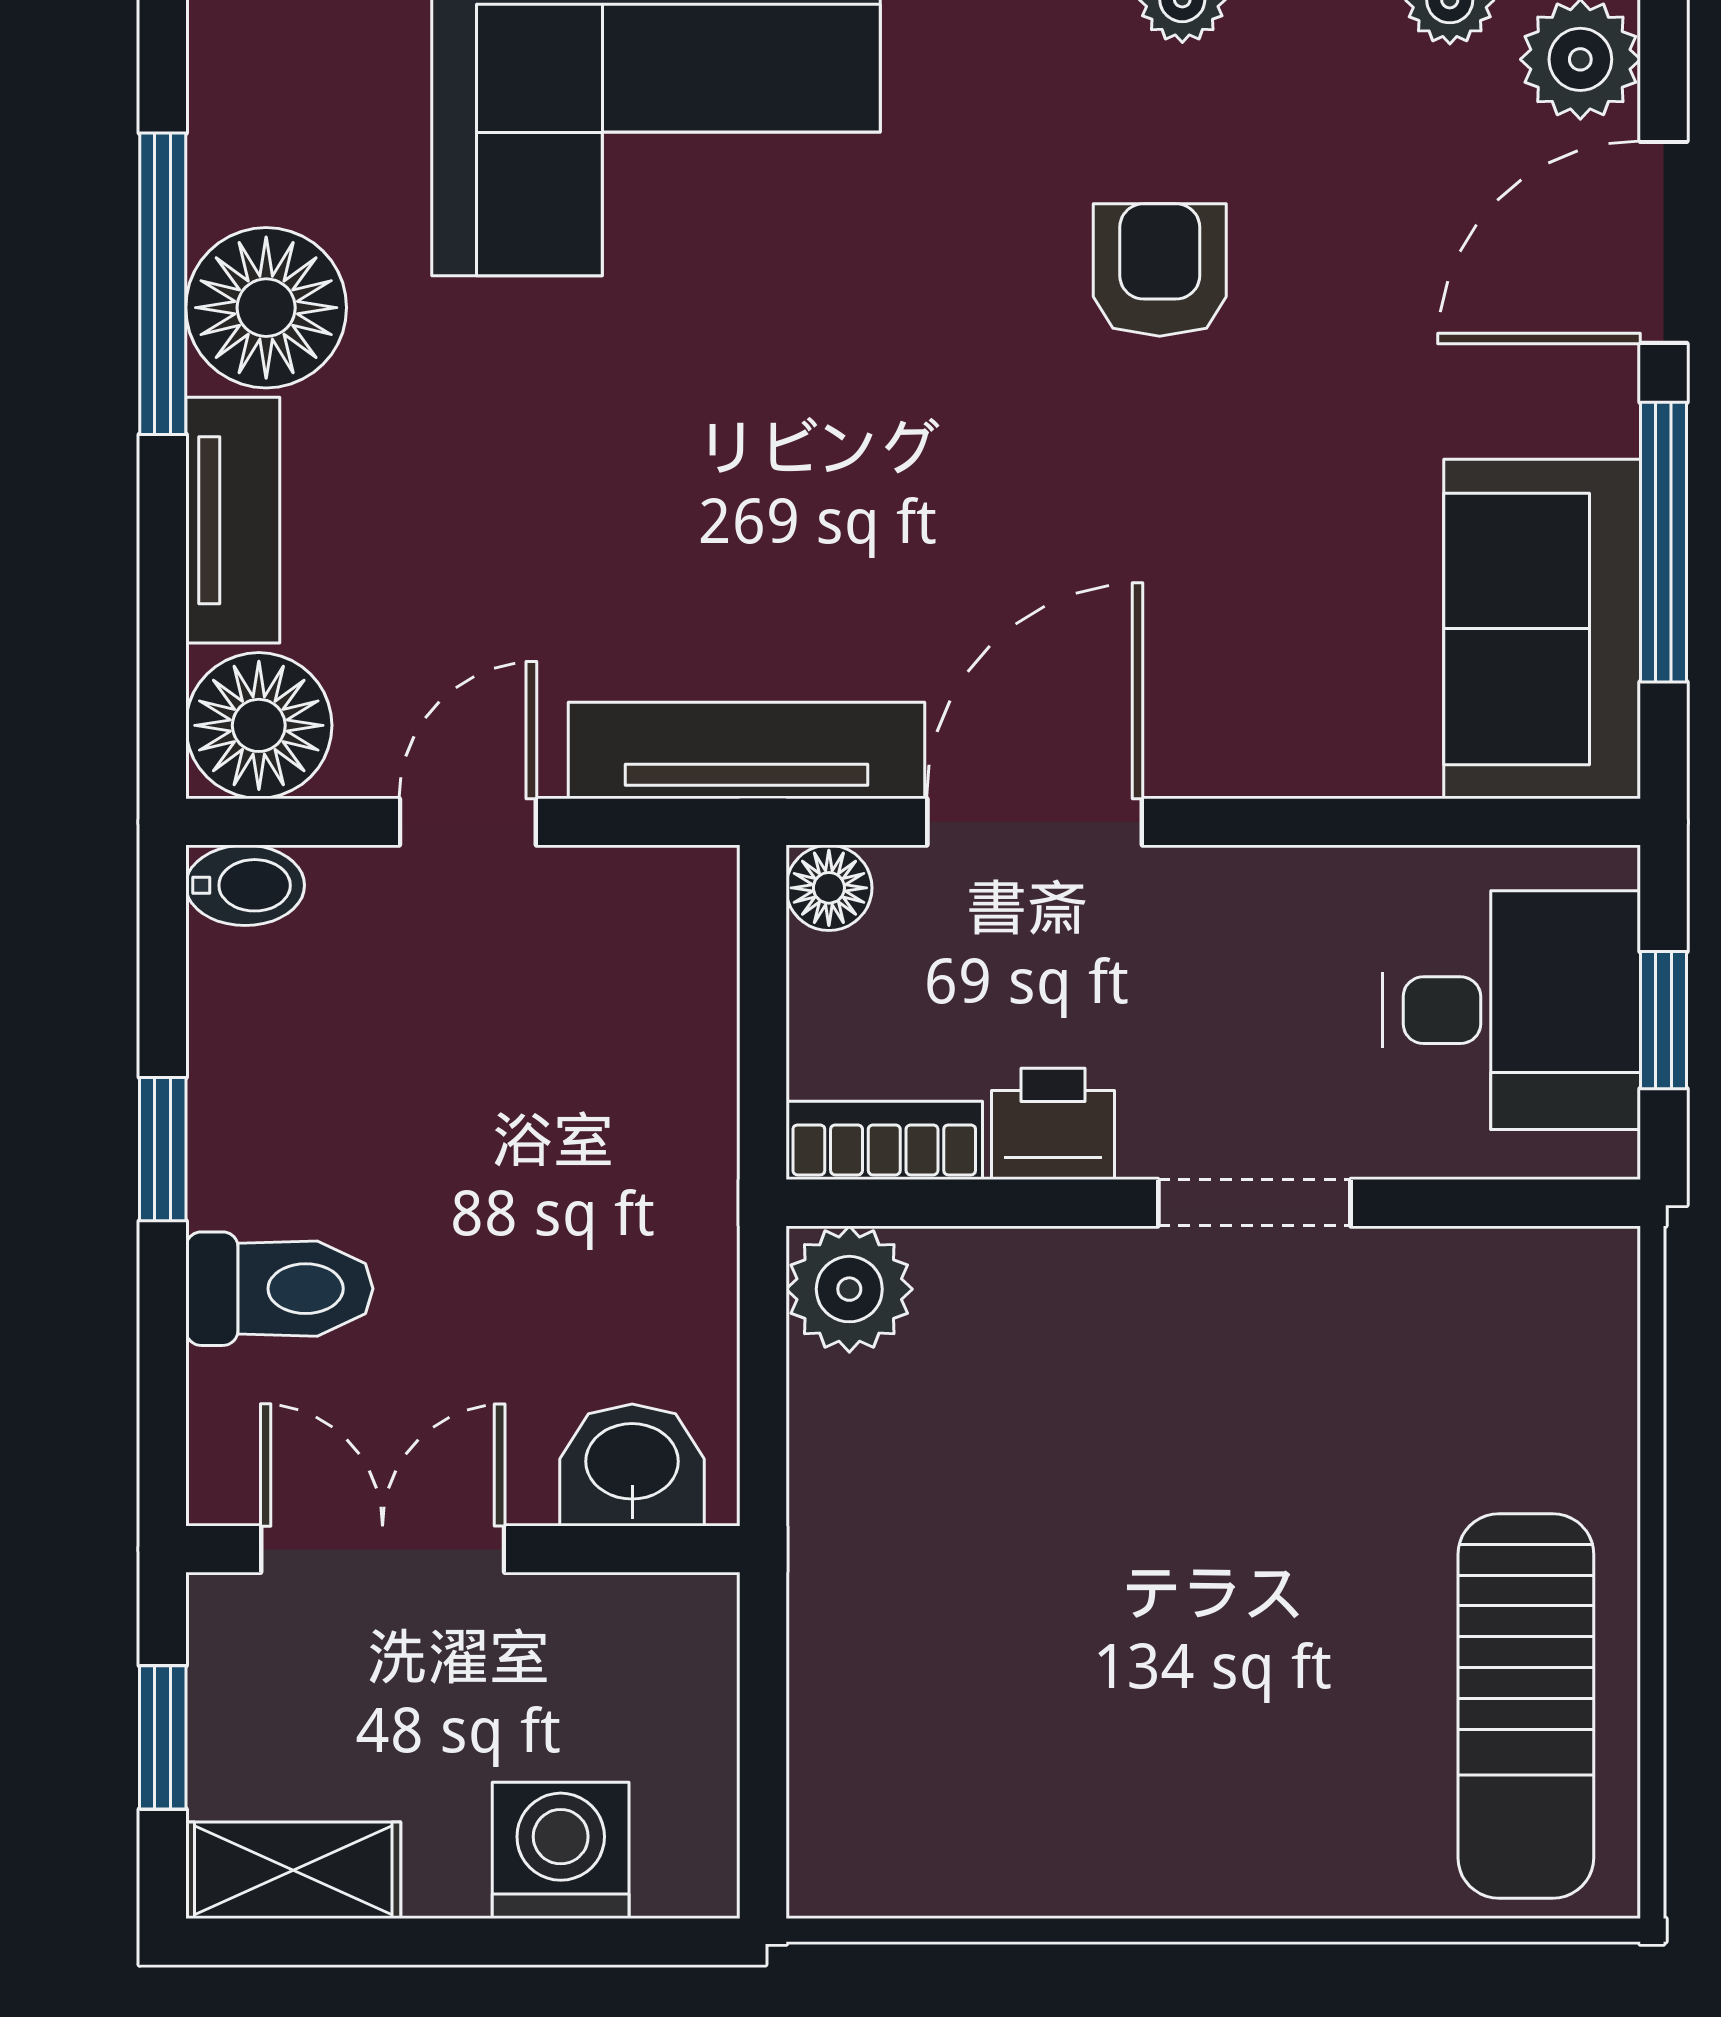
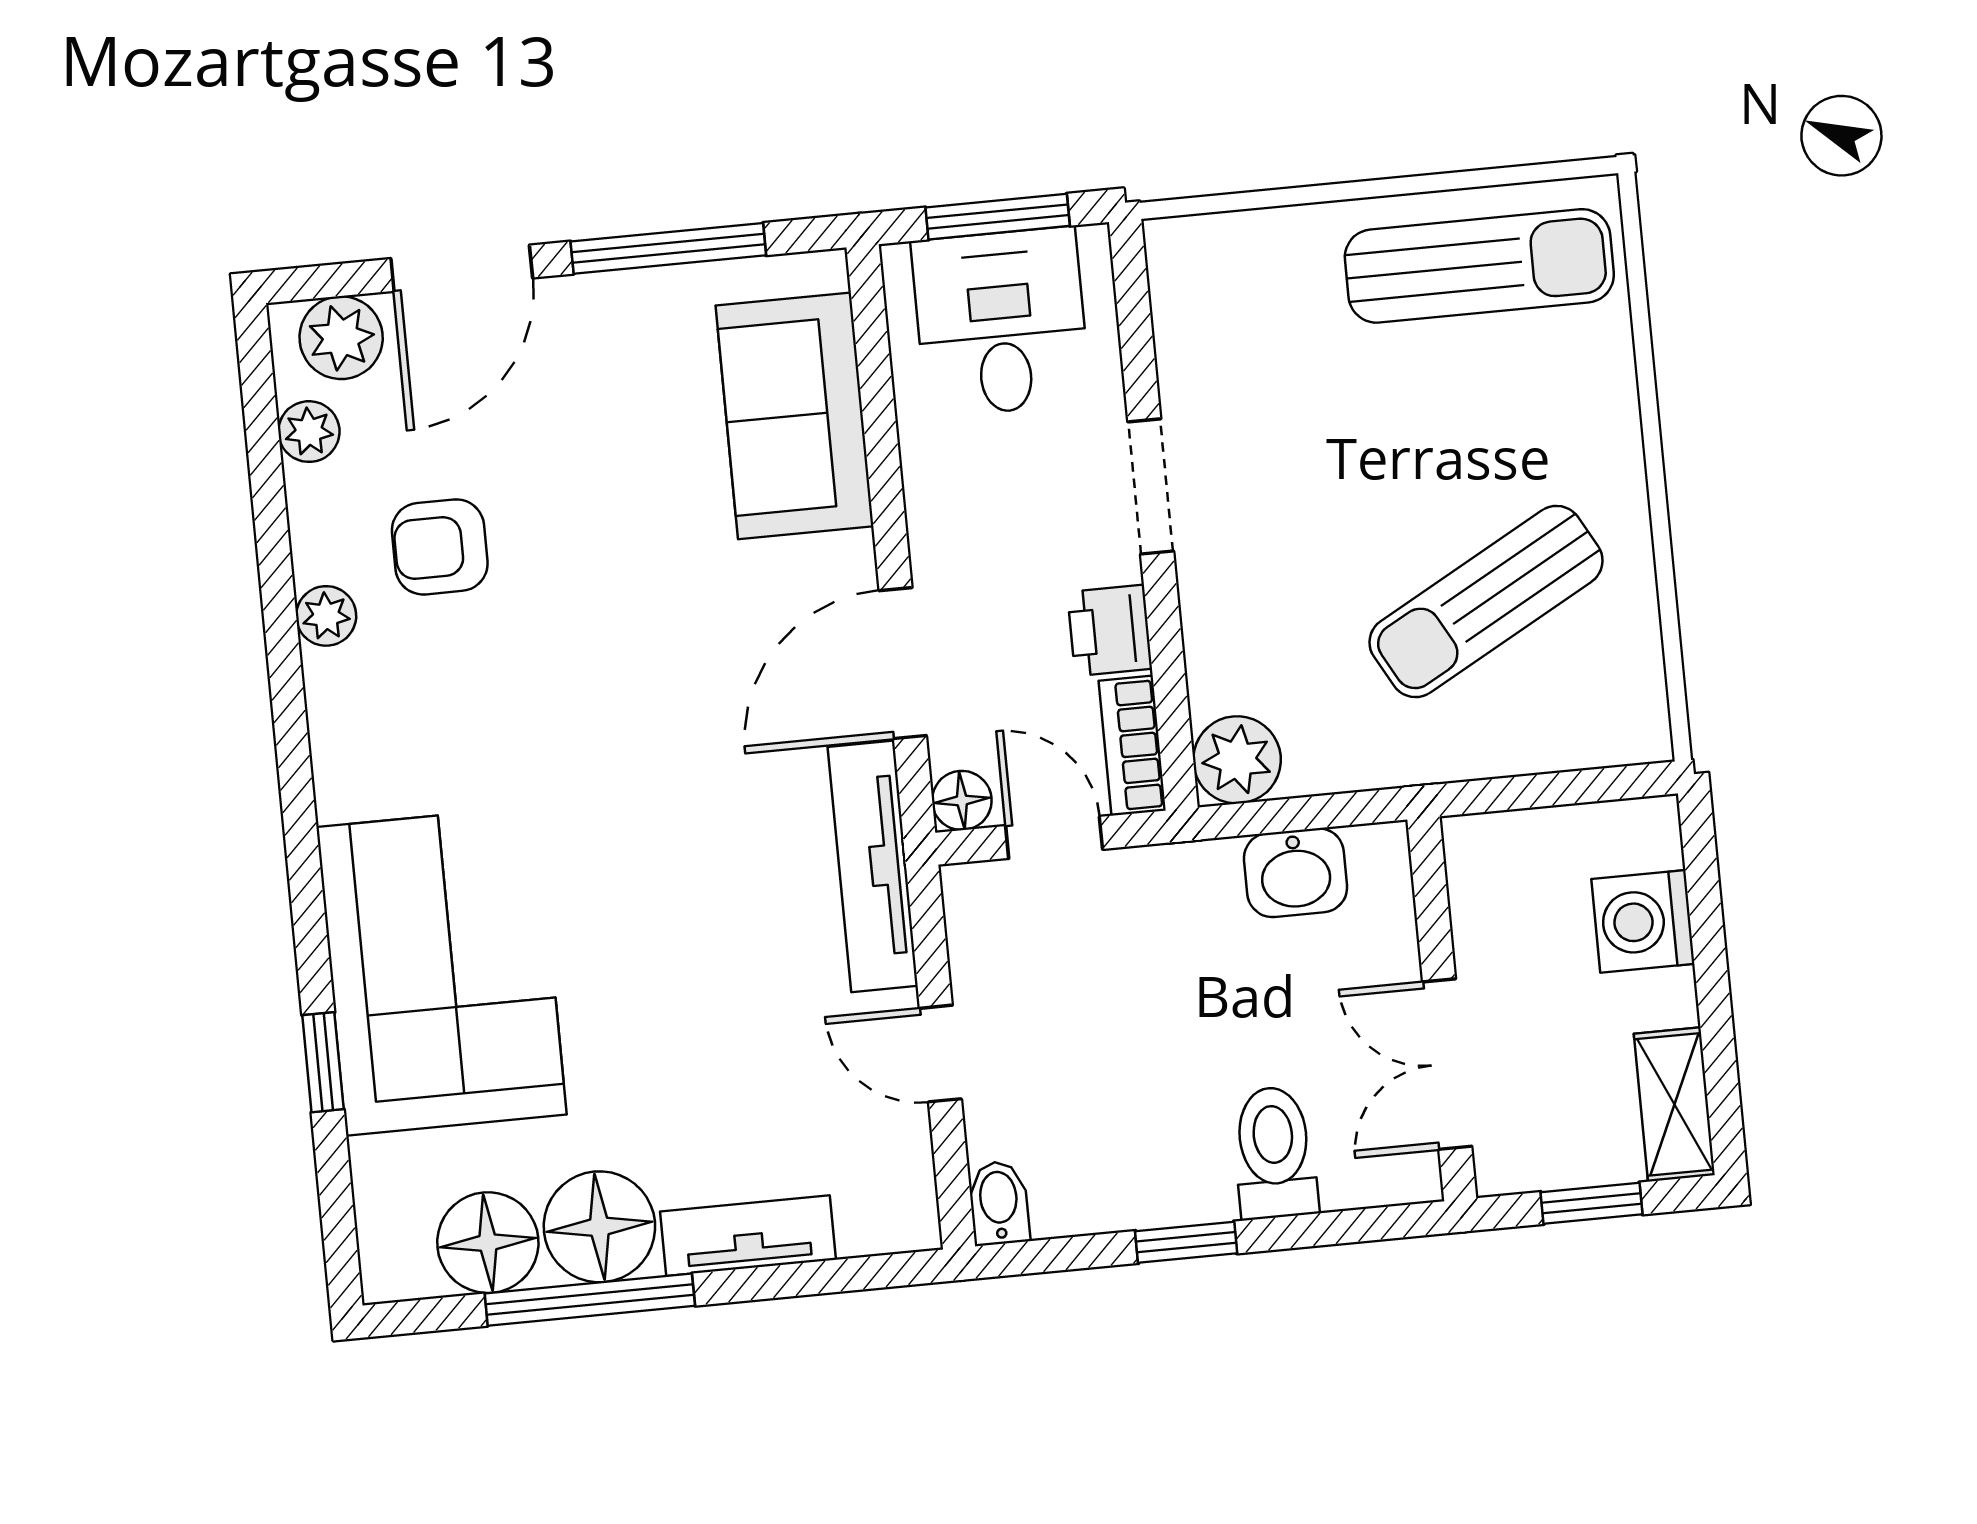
door: (1663, 242) -> (462, 268), hinge flipped
armchair: (1160, 270) -> (440, 547), moved
sofa: (1542, 629) -> (795, 416), moved, turned 90
floor lamp: (259, 725) -> (488, 1243), moved
door: (1035, 822) -> (903, 663), hinge flipped
door: (763, 1015) -> (1054, 837), added
window: (1663, 1020) -> (998, 217), width x1.50
washbasin: (632, 1465) -> (1296, 873), moved, turned -90
sun lounger: (1042, 1669) -> (1486, 601), added

